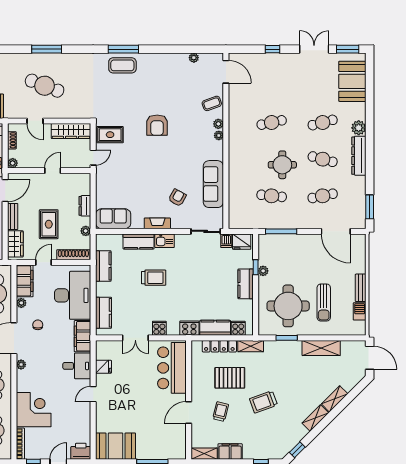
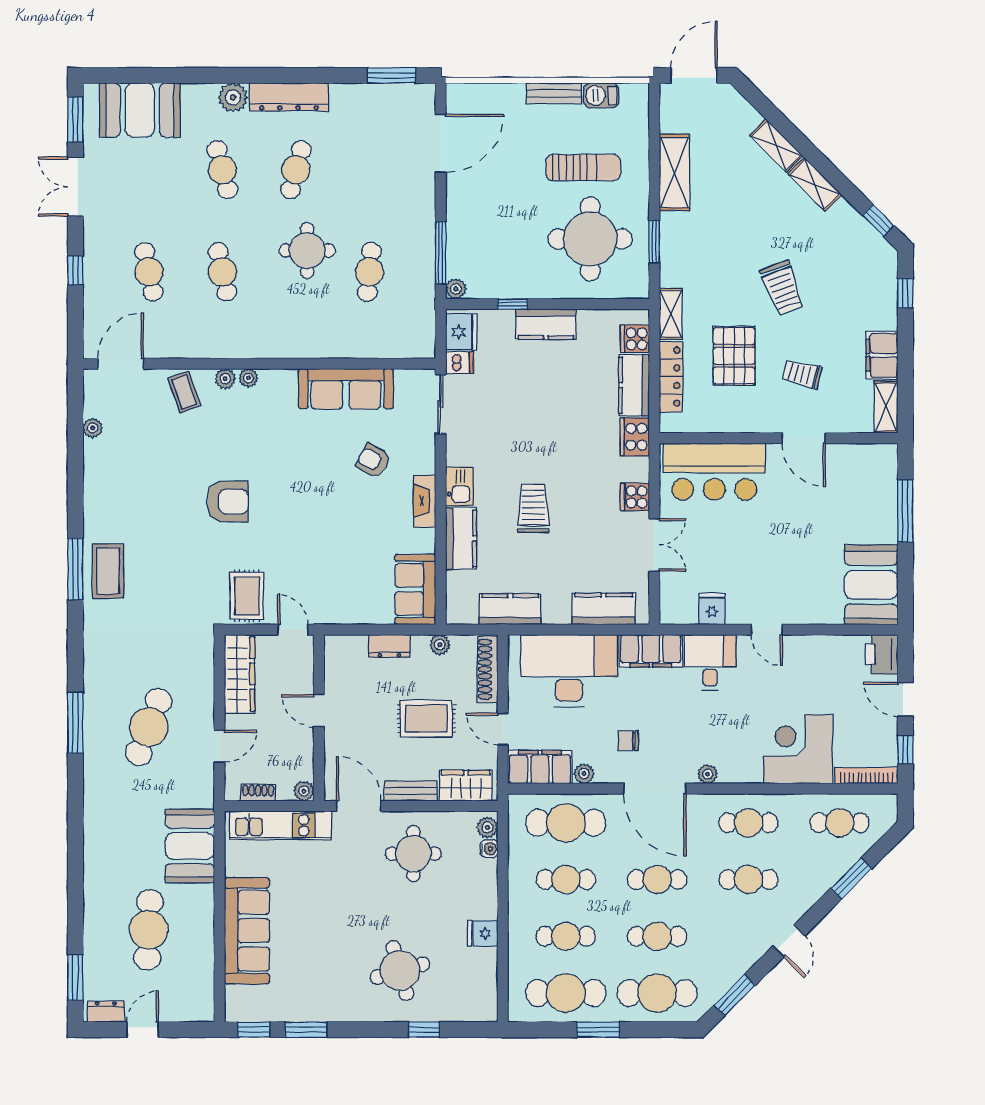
cafe table: (323, 196) -> (149, 272), moved
plant: (263, 271) -> (456, 289), moved

